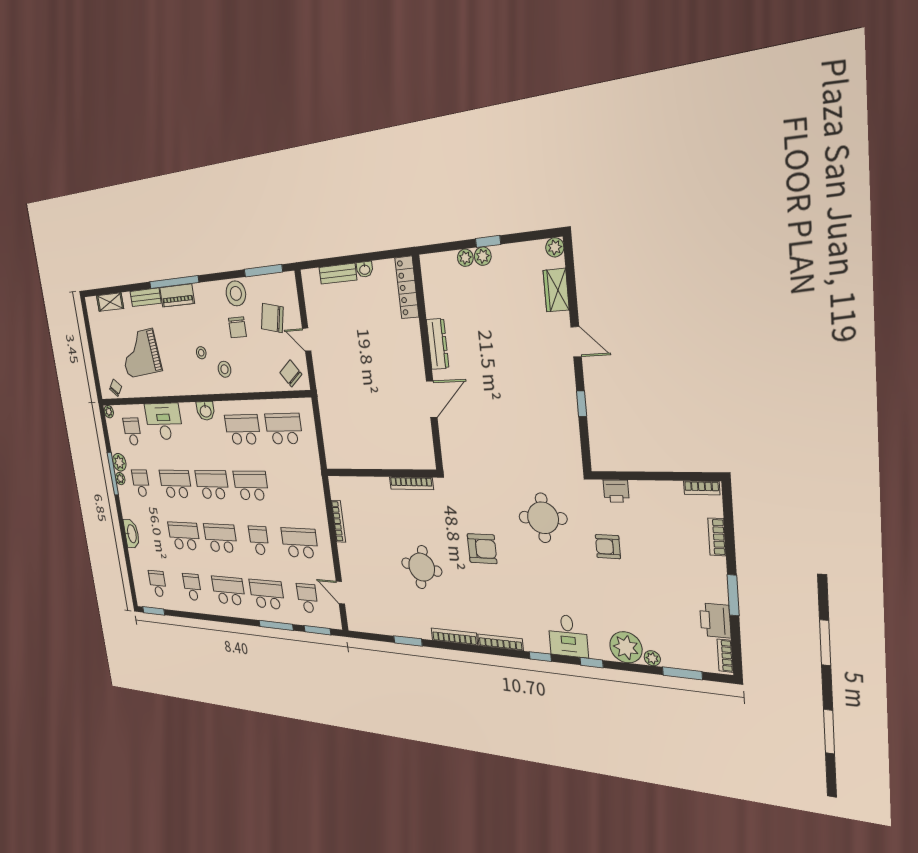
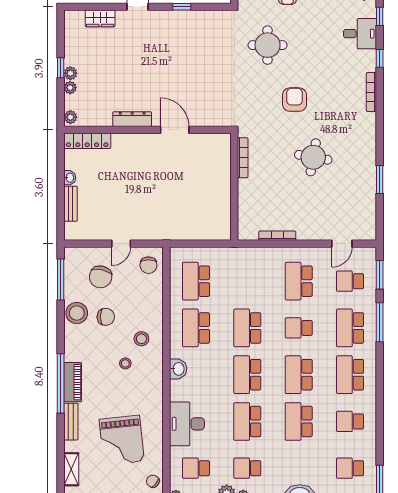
plant: (555, 247) -> (70, 117), moved
chair: (291, 373) -> (148, 265), turned -51
bookcase: (454, 637) -> (371, 134), removed

